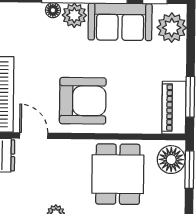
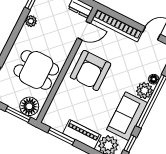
piano: (174, 108) -> (82, 134), moved

